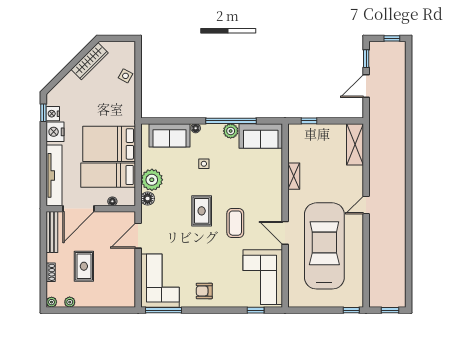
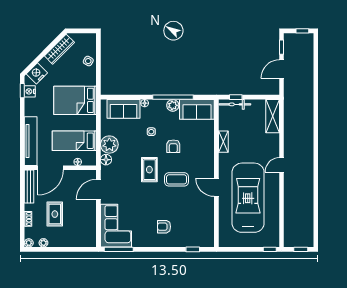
bicycle: (308, 130) -> (235, 104), added
nightstand: (55, 132) -> (37, 73), moved, turned 45
bed: (109, 144) -> (75, 100), moved
armchair: (231, 182) -> (173, 146), added
coffee table: (235, 223) -> (177, 179), turned 90
corner sofa: (263, 277) -> (198, 223), removed
armchair: (204, 291) -> (164, 227), moved

